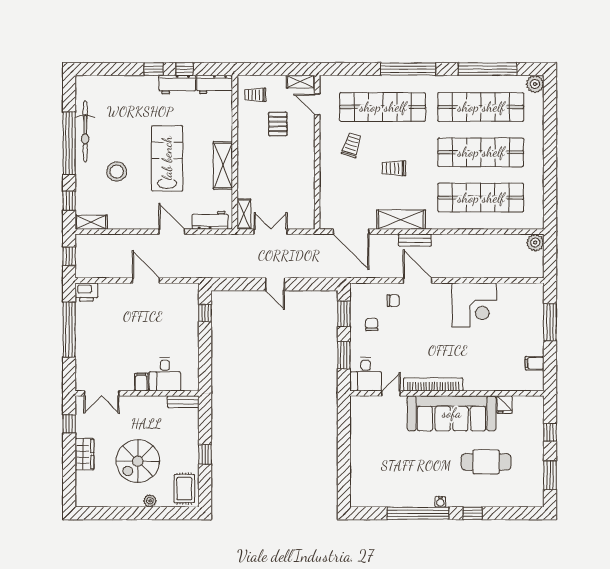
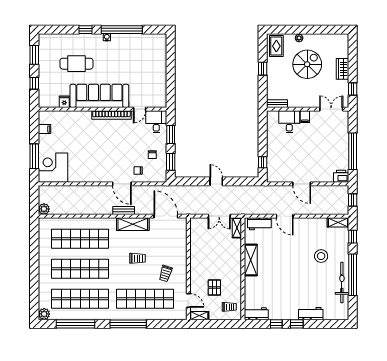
workbench: (177, 85) -> (311, 314), moved
lab bench: (167, 158) -> (288, 265), removed
corner desk: (474, 305) -> (53, 168), moved

